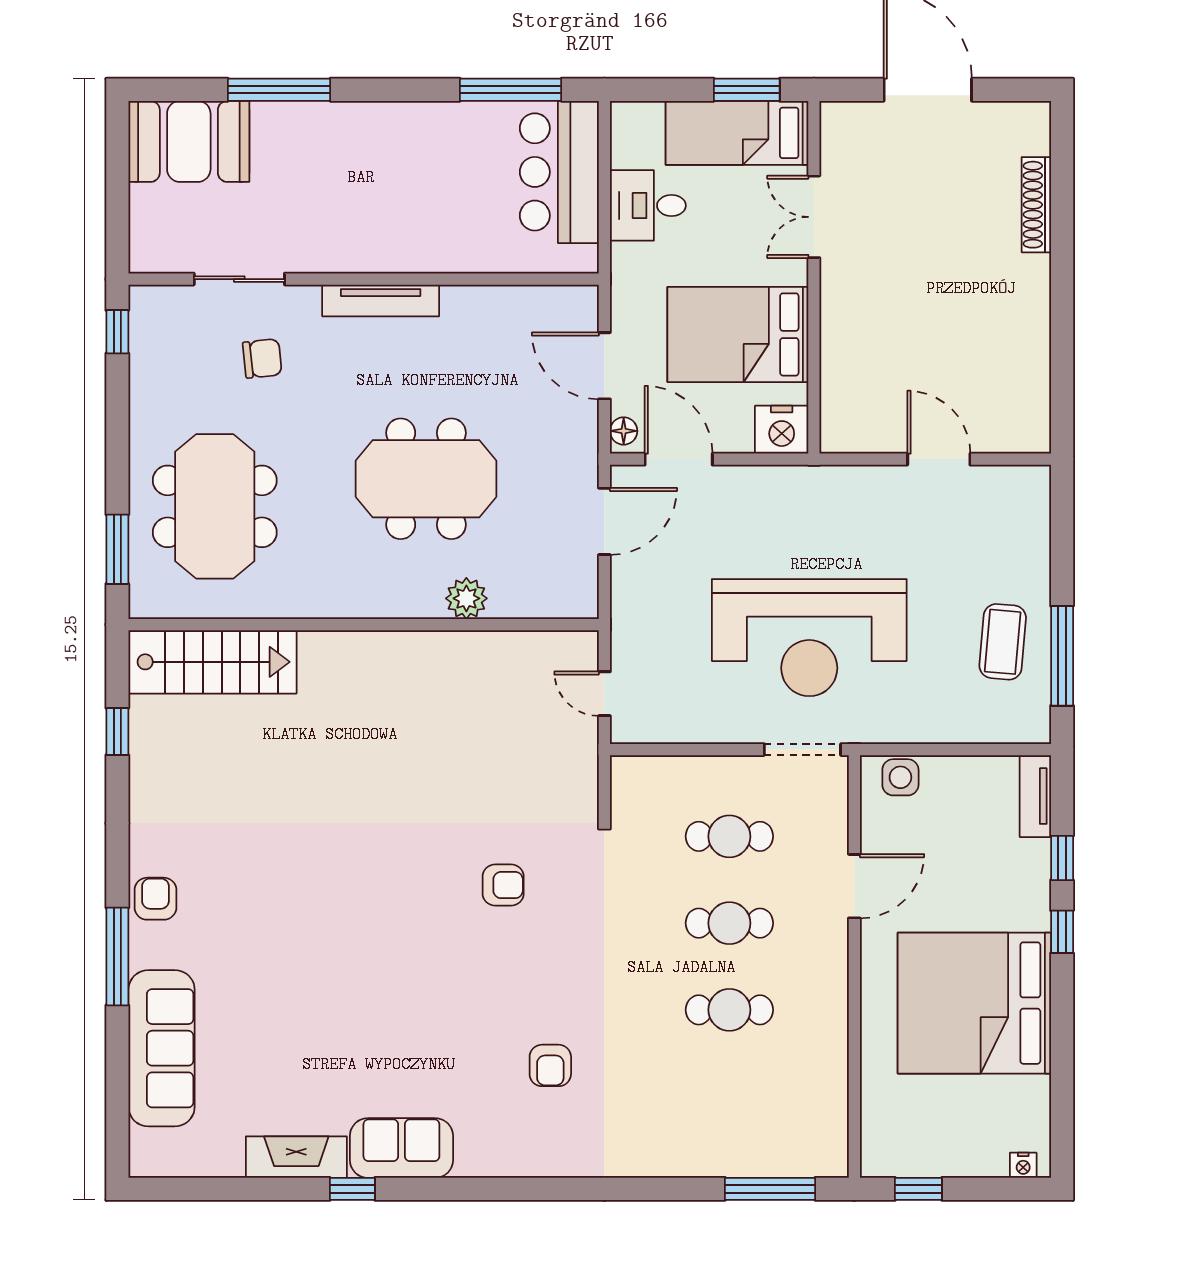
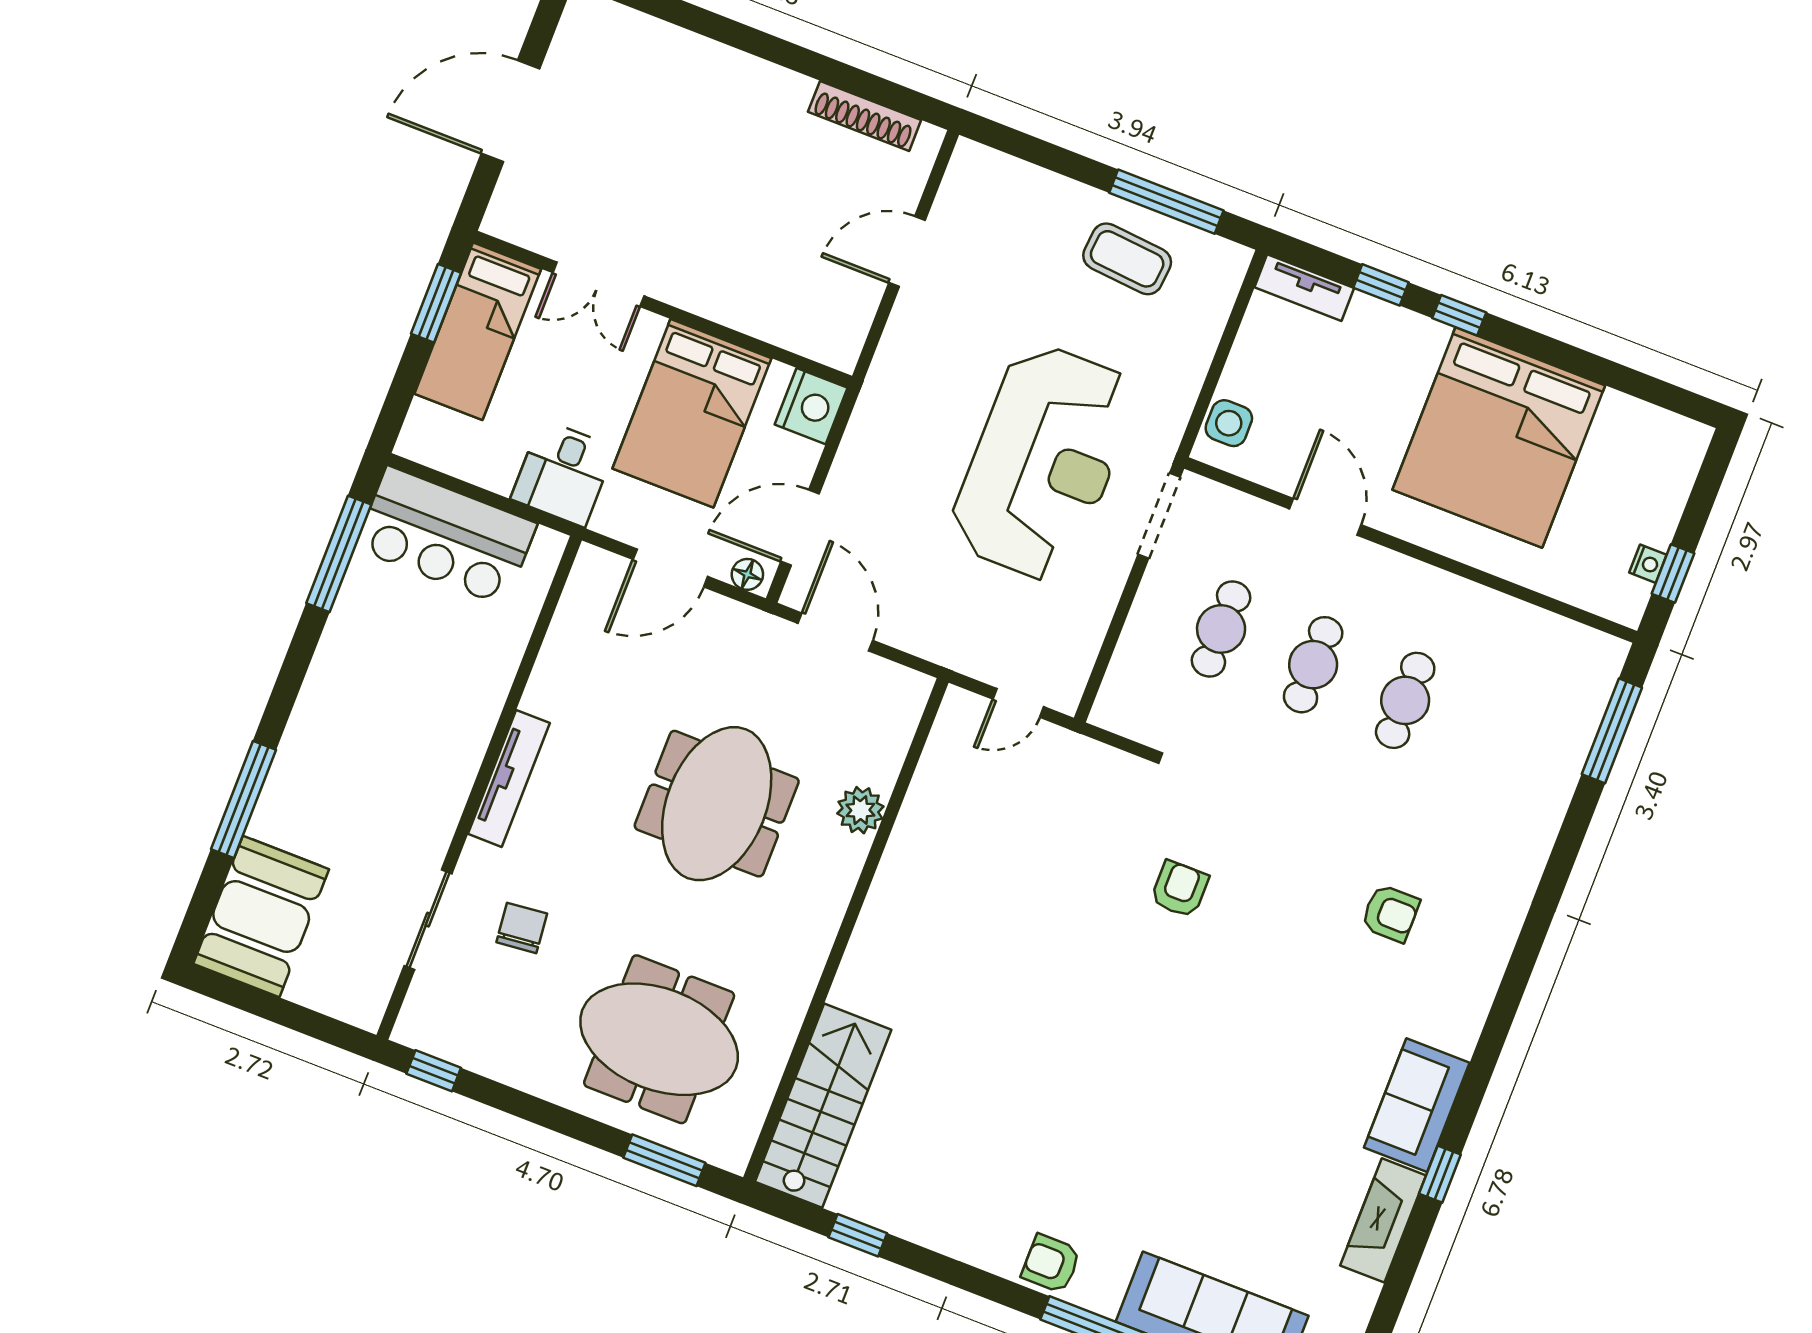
desk: (648, 205) -> (563, 473), moved
shoe rack: (1036, 205) -> (865, 116), moved
nightstand: (1023, 1165) -> (1648, 564), moved

